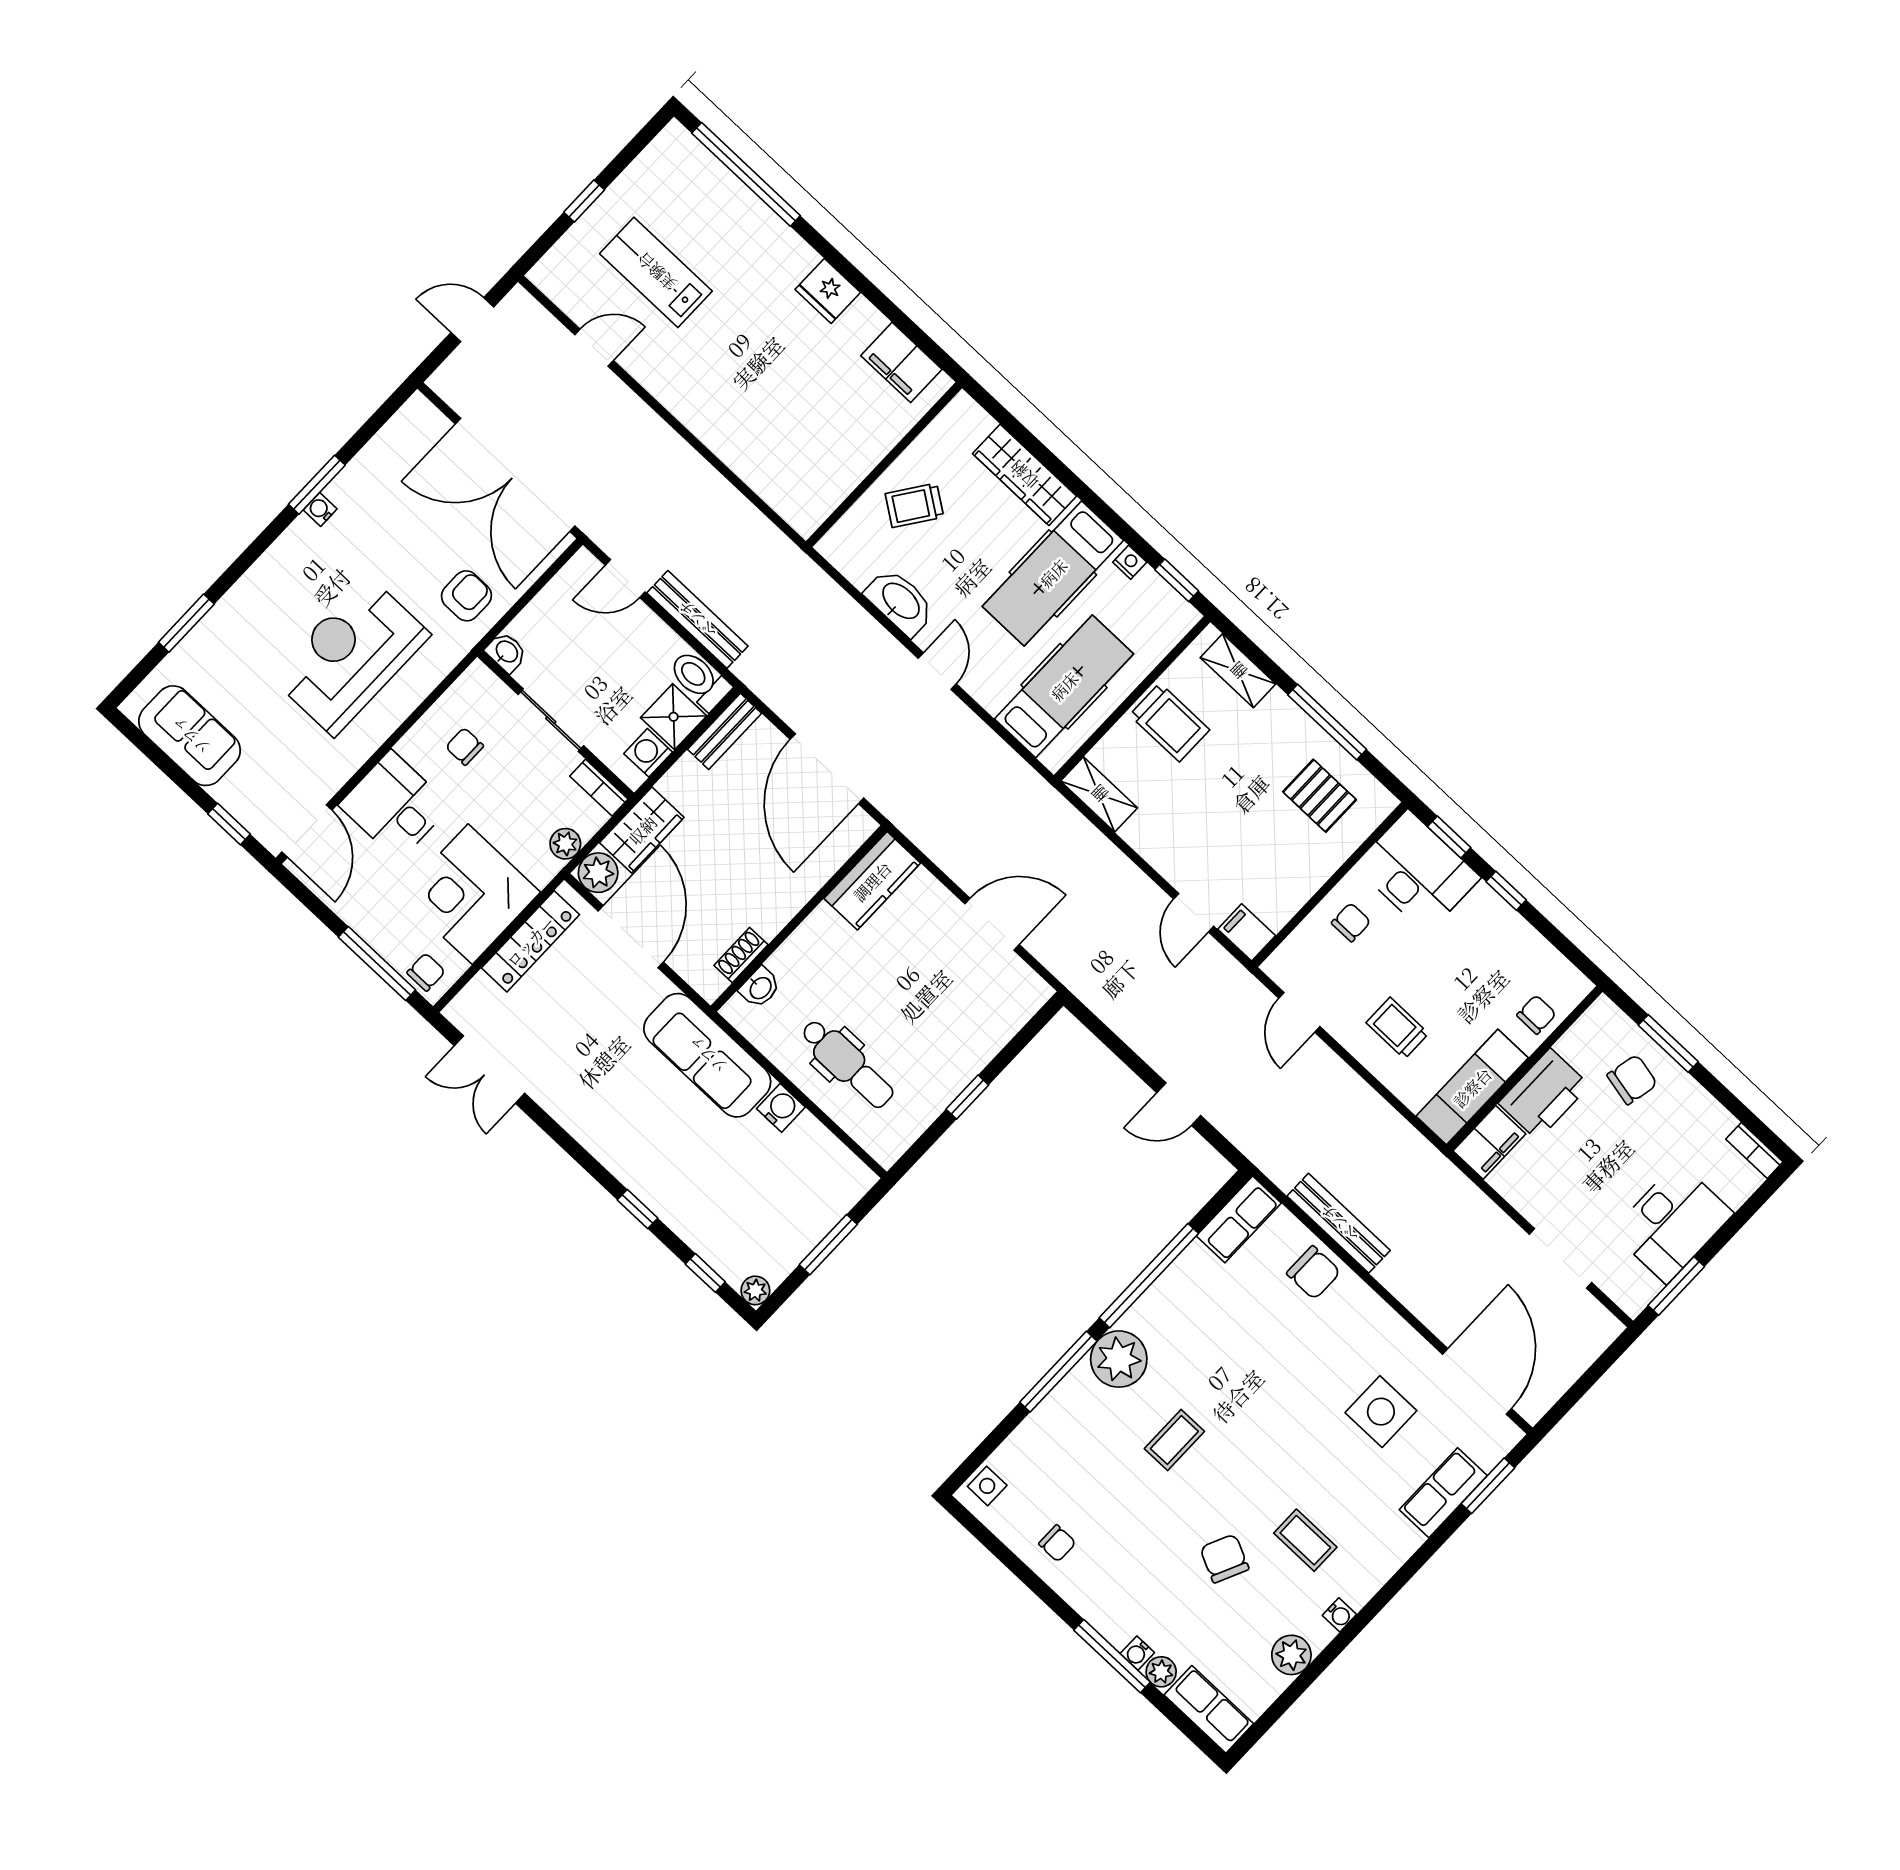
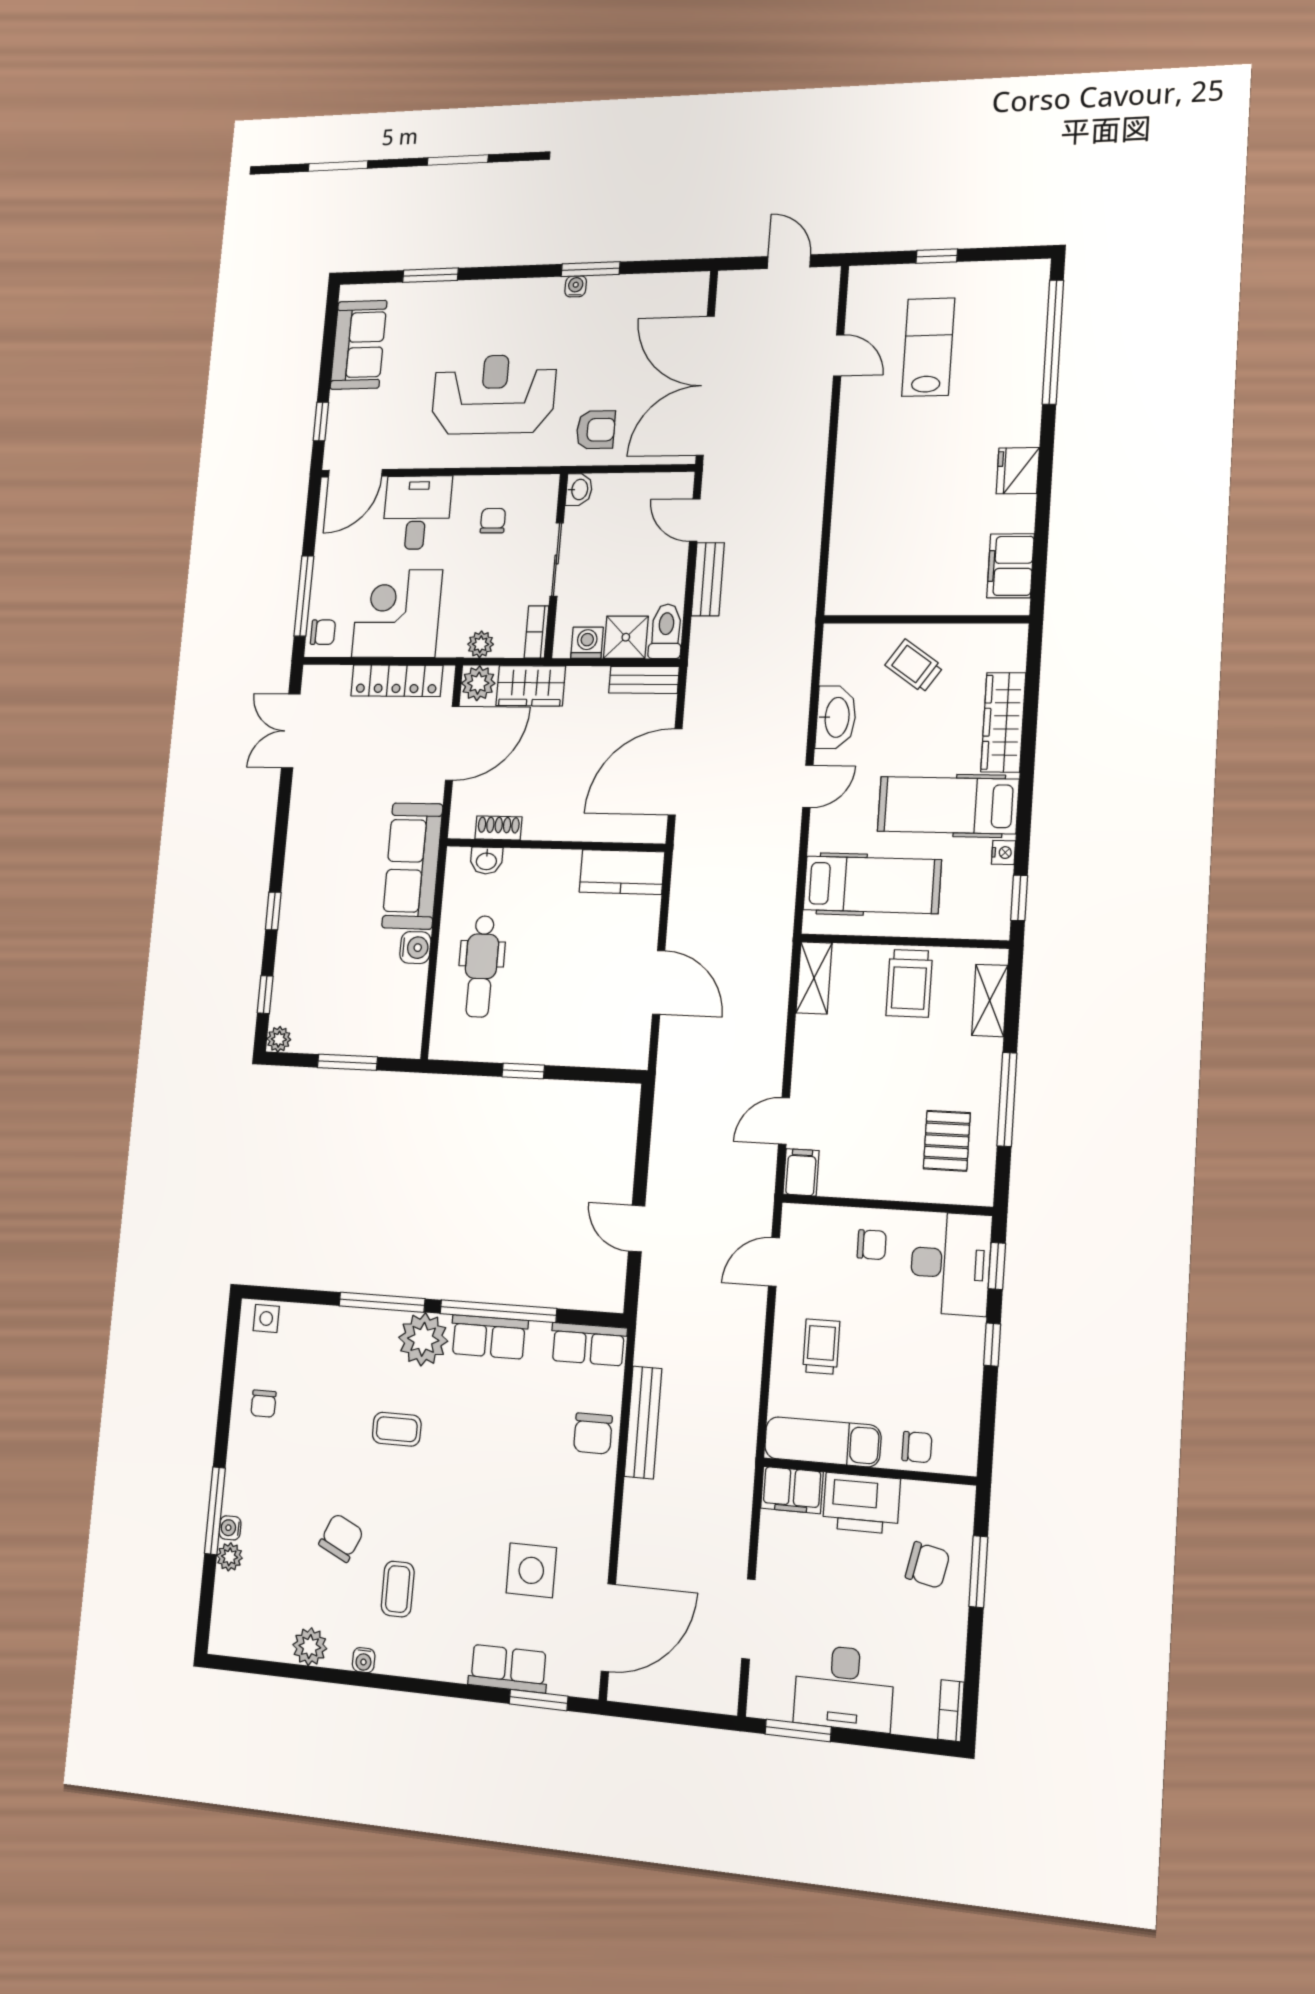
bench: (697, 619) -> (708, 579), width x0.73
row of seats: (1209, 1709) -> (489, 1337), moved, turned 90

